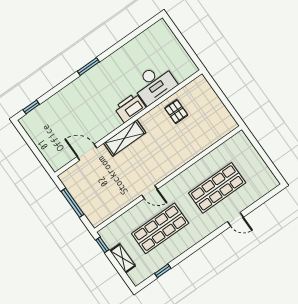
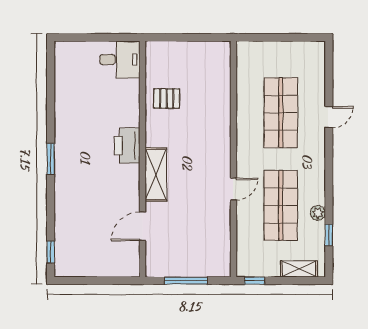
desk: (154, 84) -> (120, 60), moved, width x0.73
plant: (172, 254) -> (318, 213), added
shelving: (123, 258) -> (299, 269), moved

